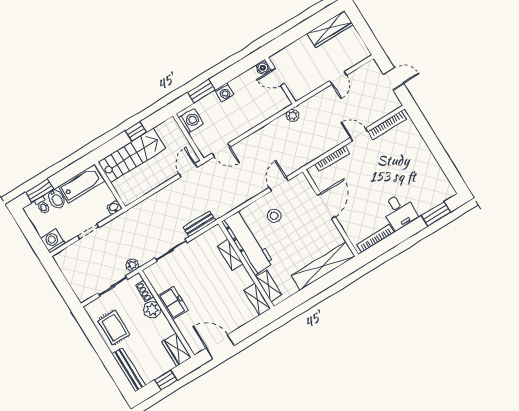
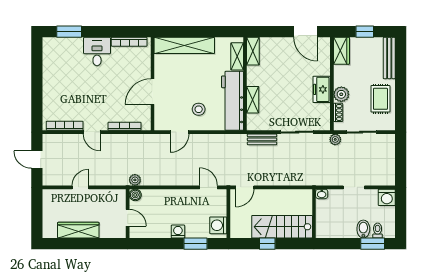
wardrobe: (330, 29) -> (78, 230), moved
boiler: (263, 68) -> (135, 195), moved
bathtub: (81, 184) -> (336, 229), removed

